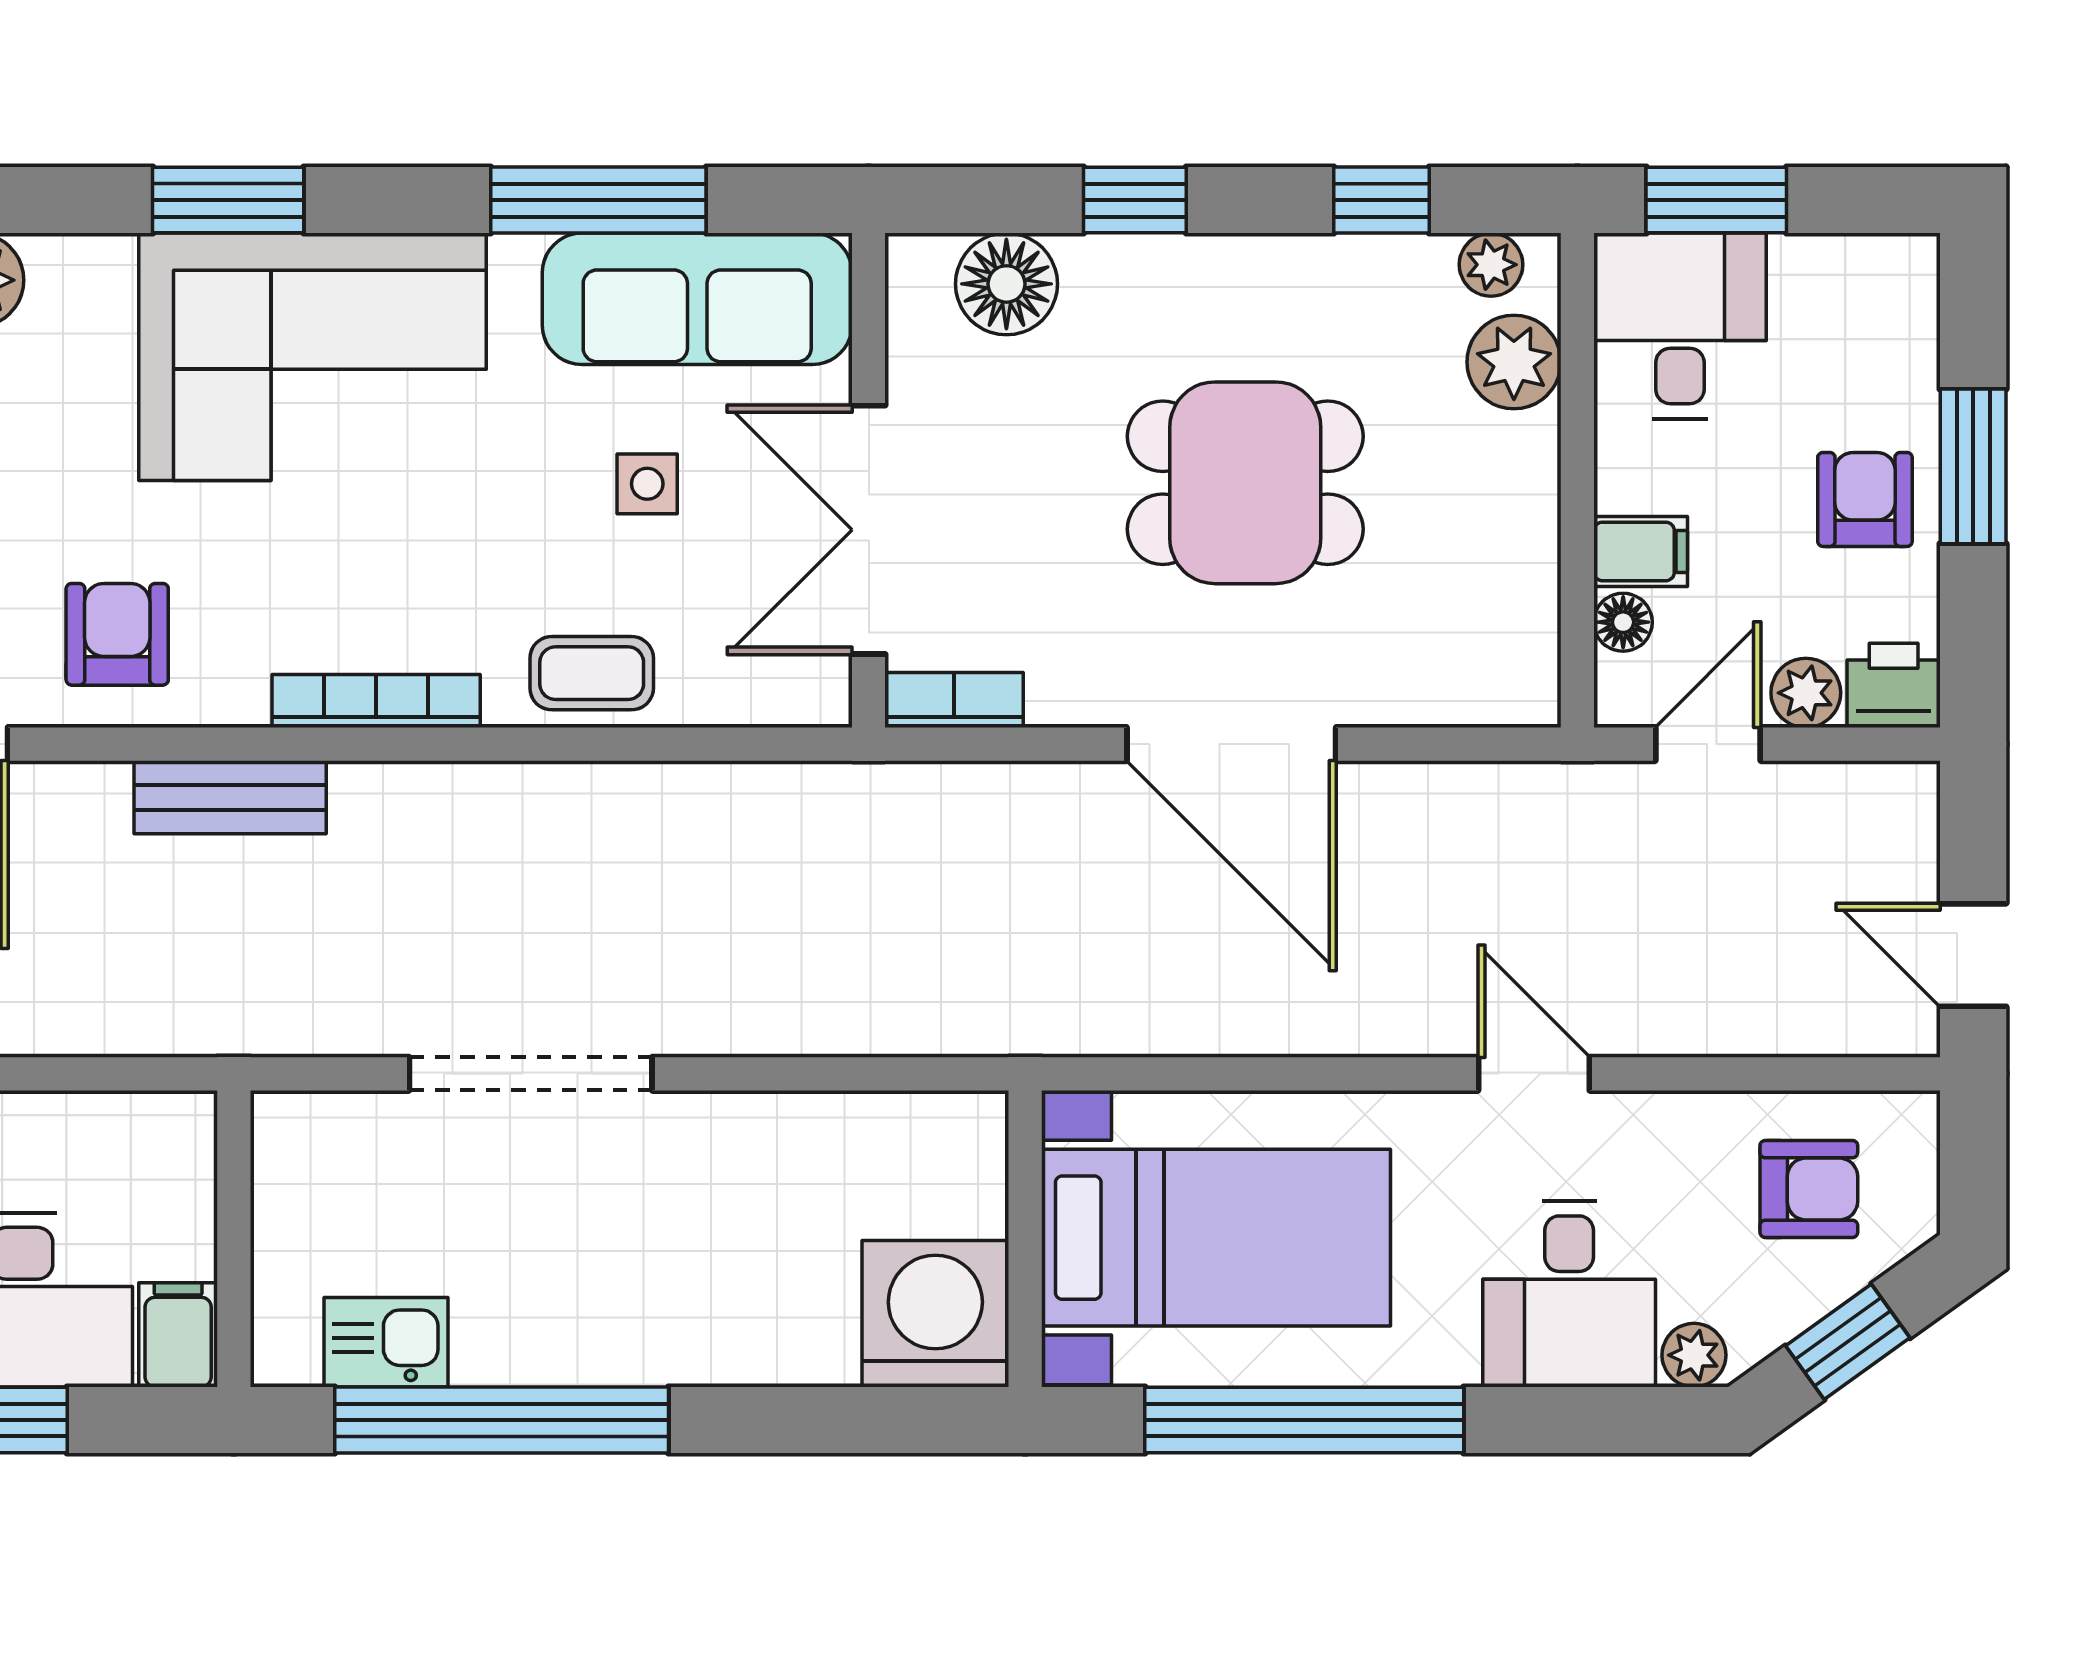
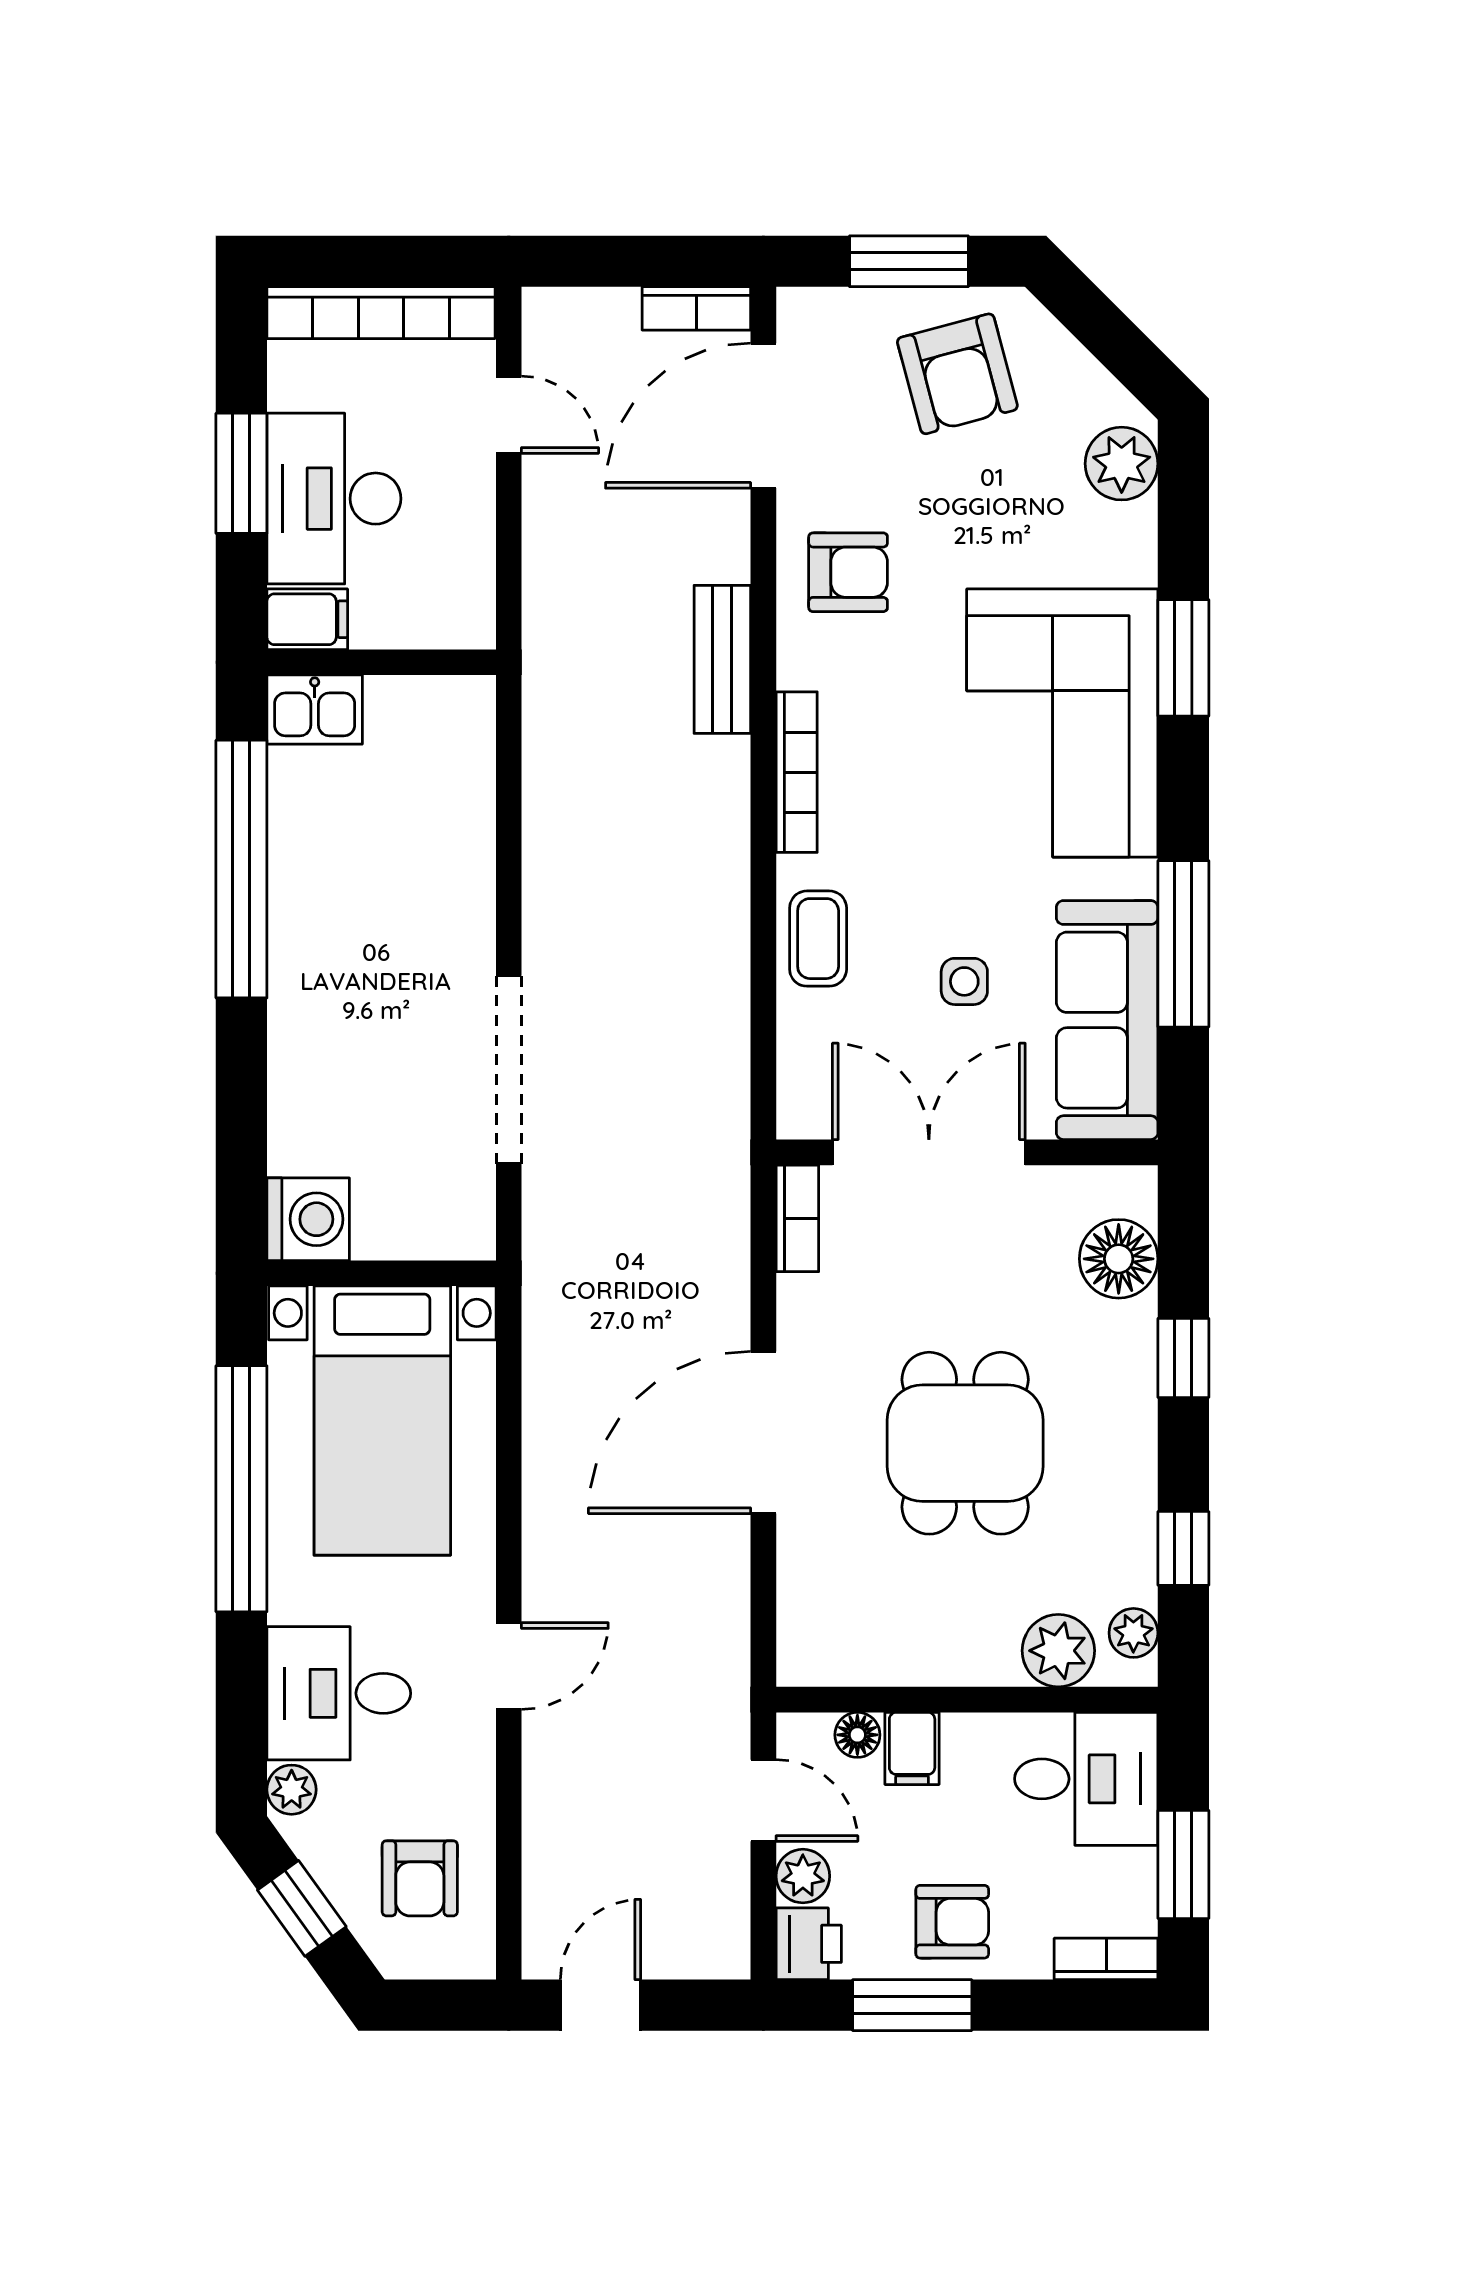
window: (1716, 200) -> (1183, 1864), moved
bookcase: (1913, 300) -> (1106, 1959), added
window: (1973, 466) -> (912, 2005), moved
doorway: (531, 1074) -> (509, 1070), moved
washing machine: (935, 1314) -> (308, 1219), width x0.73, depth x0.73
kitchen sink: (386, 1342) -> (315, 710), moved, turned 90

